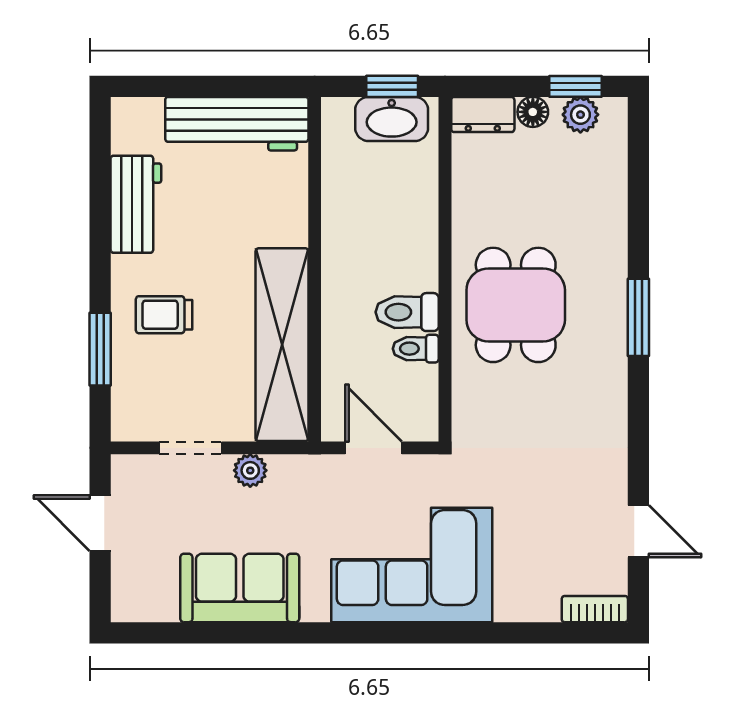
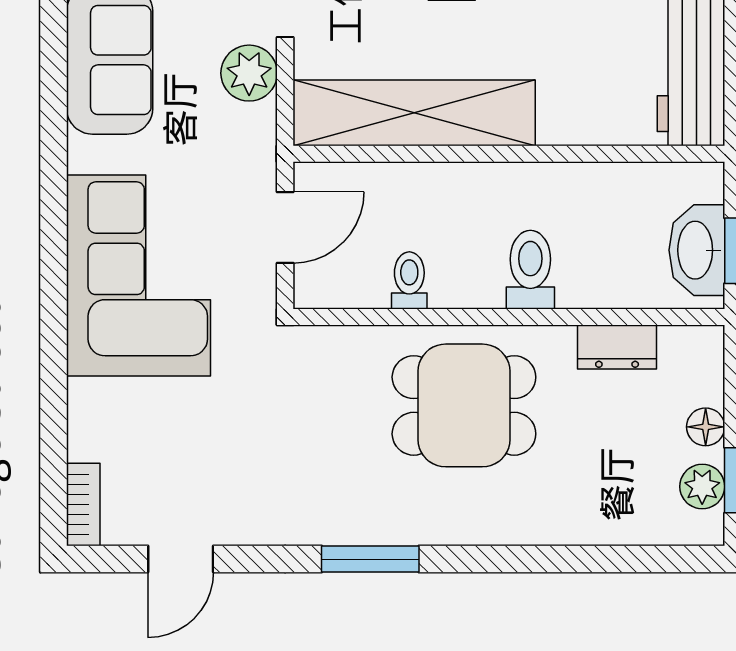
dresser: (483, 114) -> (617, 347), moved, turned -90
toilet: (407, 312) -> (530, 270), moved
window: (638, 317) -> (370, 559), moved
plant: (250, 470) -> (249, 73), width x1.38, depth x1.38

